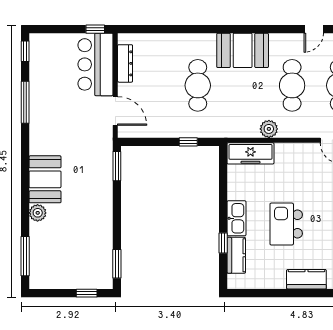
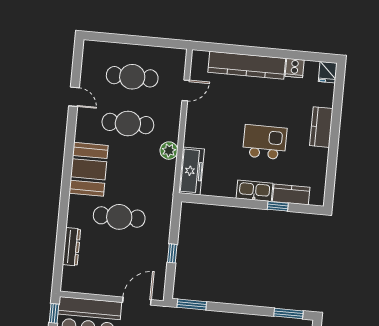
dresser: (125, 63) -> (72, 247), moved, turned 90
window: (188, 142) -> (172, 253), moved
kitchen island: (286, 224) -> (265, 142), turned 180

